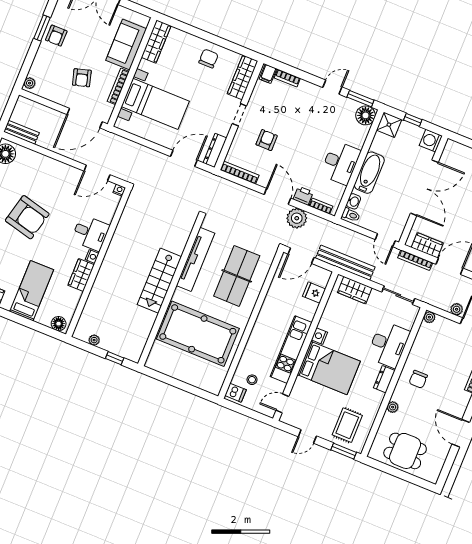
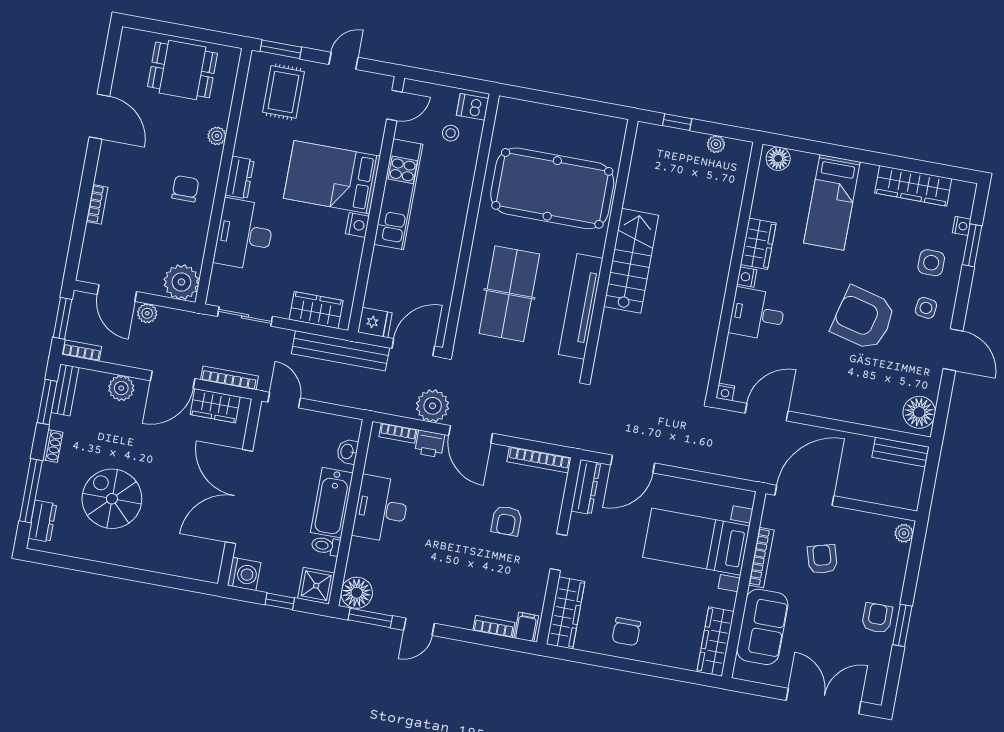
toilet: (351, 215) -> (326, 546), moved
fridge: (314, 293) -> (375, 322), moved
plant: (429, 317) -> (181, 282), width x1.87, depth x1.87

